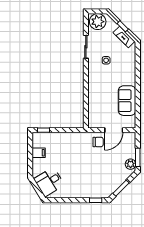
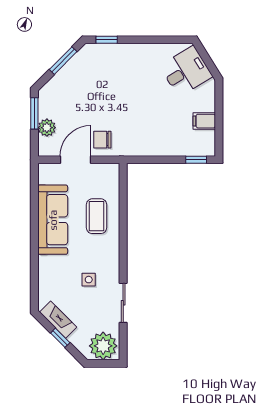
coffee table: (102, 97) -> (97, 216), added
sofa: (127, 101) -> (53, 220), width x1.36
plant: (131, 164) -> (47, 128), moved

